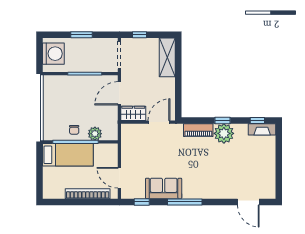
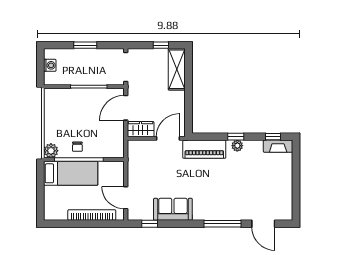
window: (140, 35) -> (161, 45), moved
washing machine: (53, 54) -> (50, 65), width x0.53, depth x0.53
piano: (198, 130) -> (204, 149), width x1.37, depth x1.33
plant: (224, 133) -> (237, 146), width x0.53, depth x0.53
plant: (95, 134) -> (51, 151), moved
window: (185, 202) -> (222, 224), moved

